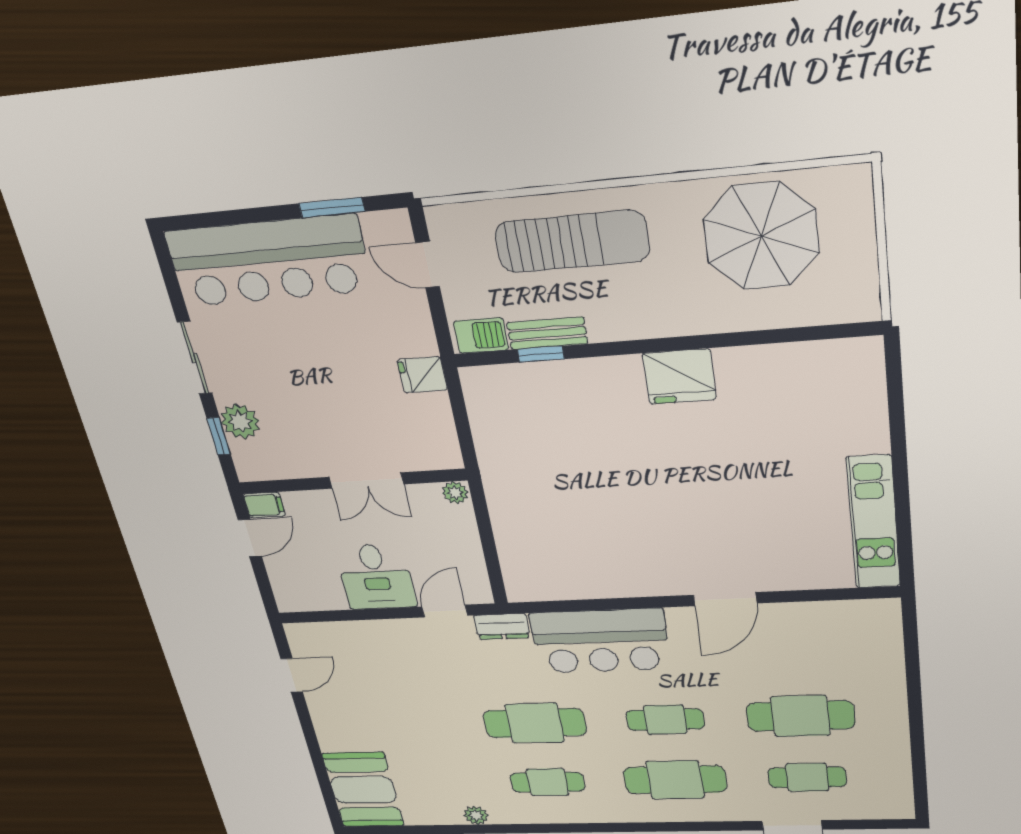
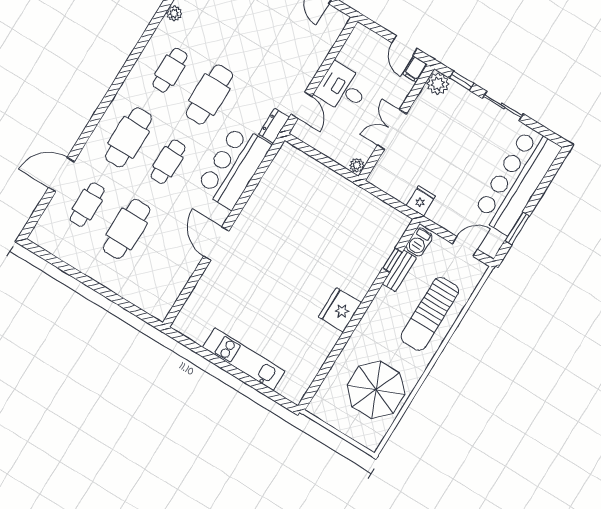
plant: (240, 421) -> (438, 84), moved
kitchen unit: (874, 523) -> (244, 359), moved

